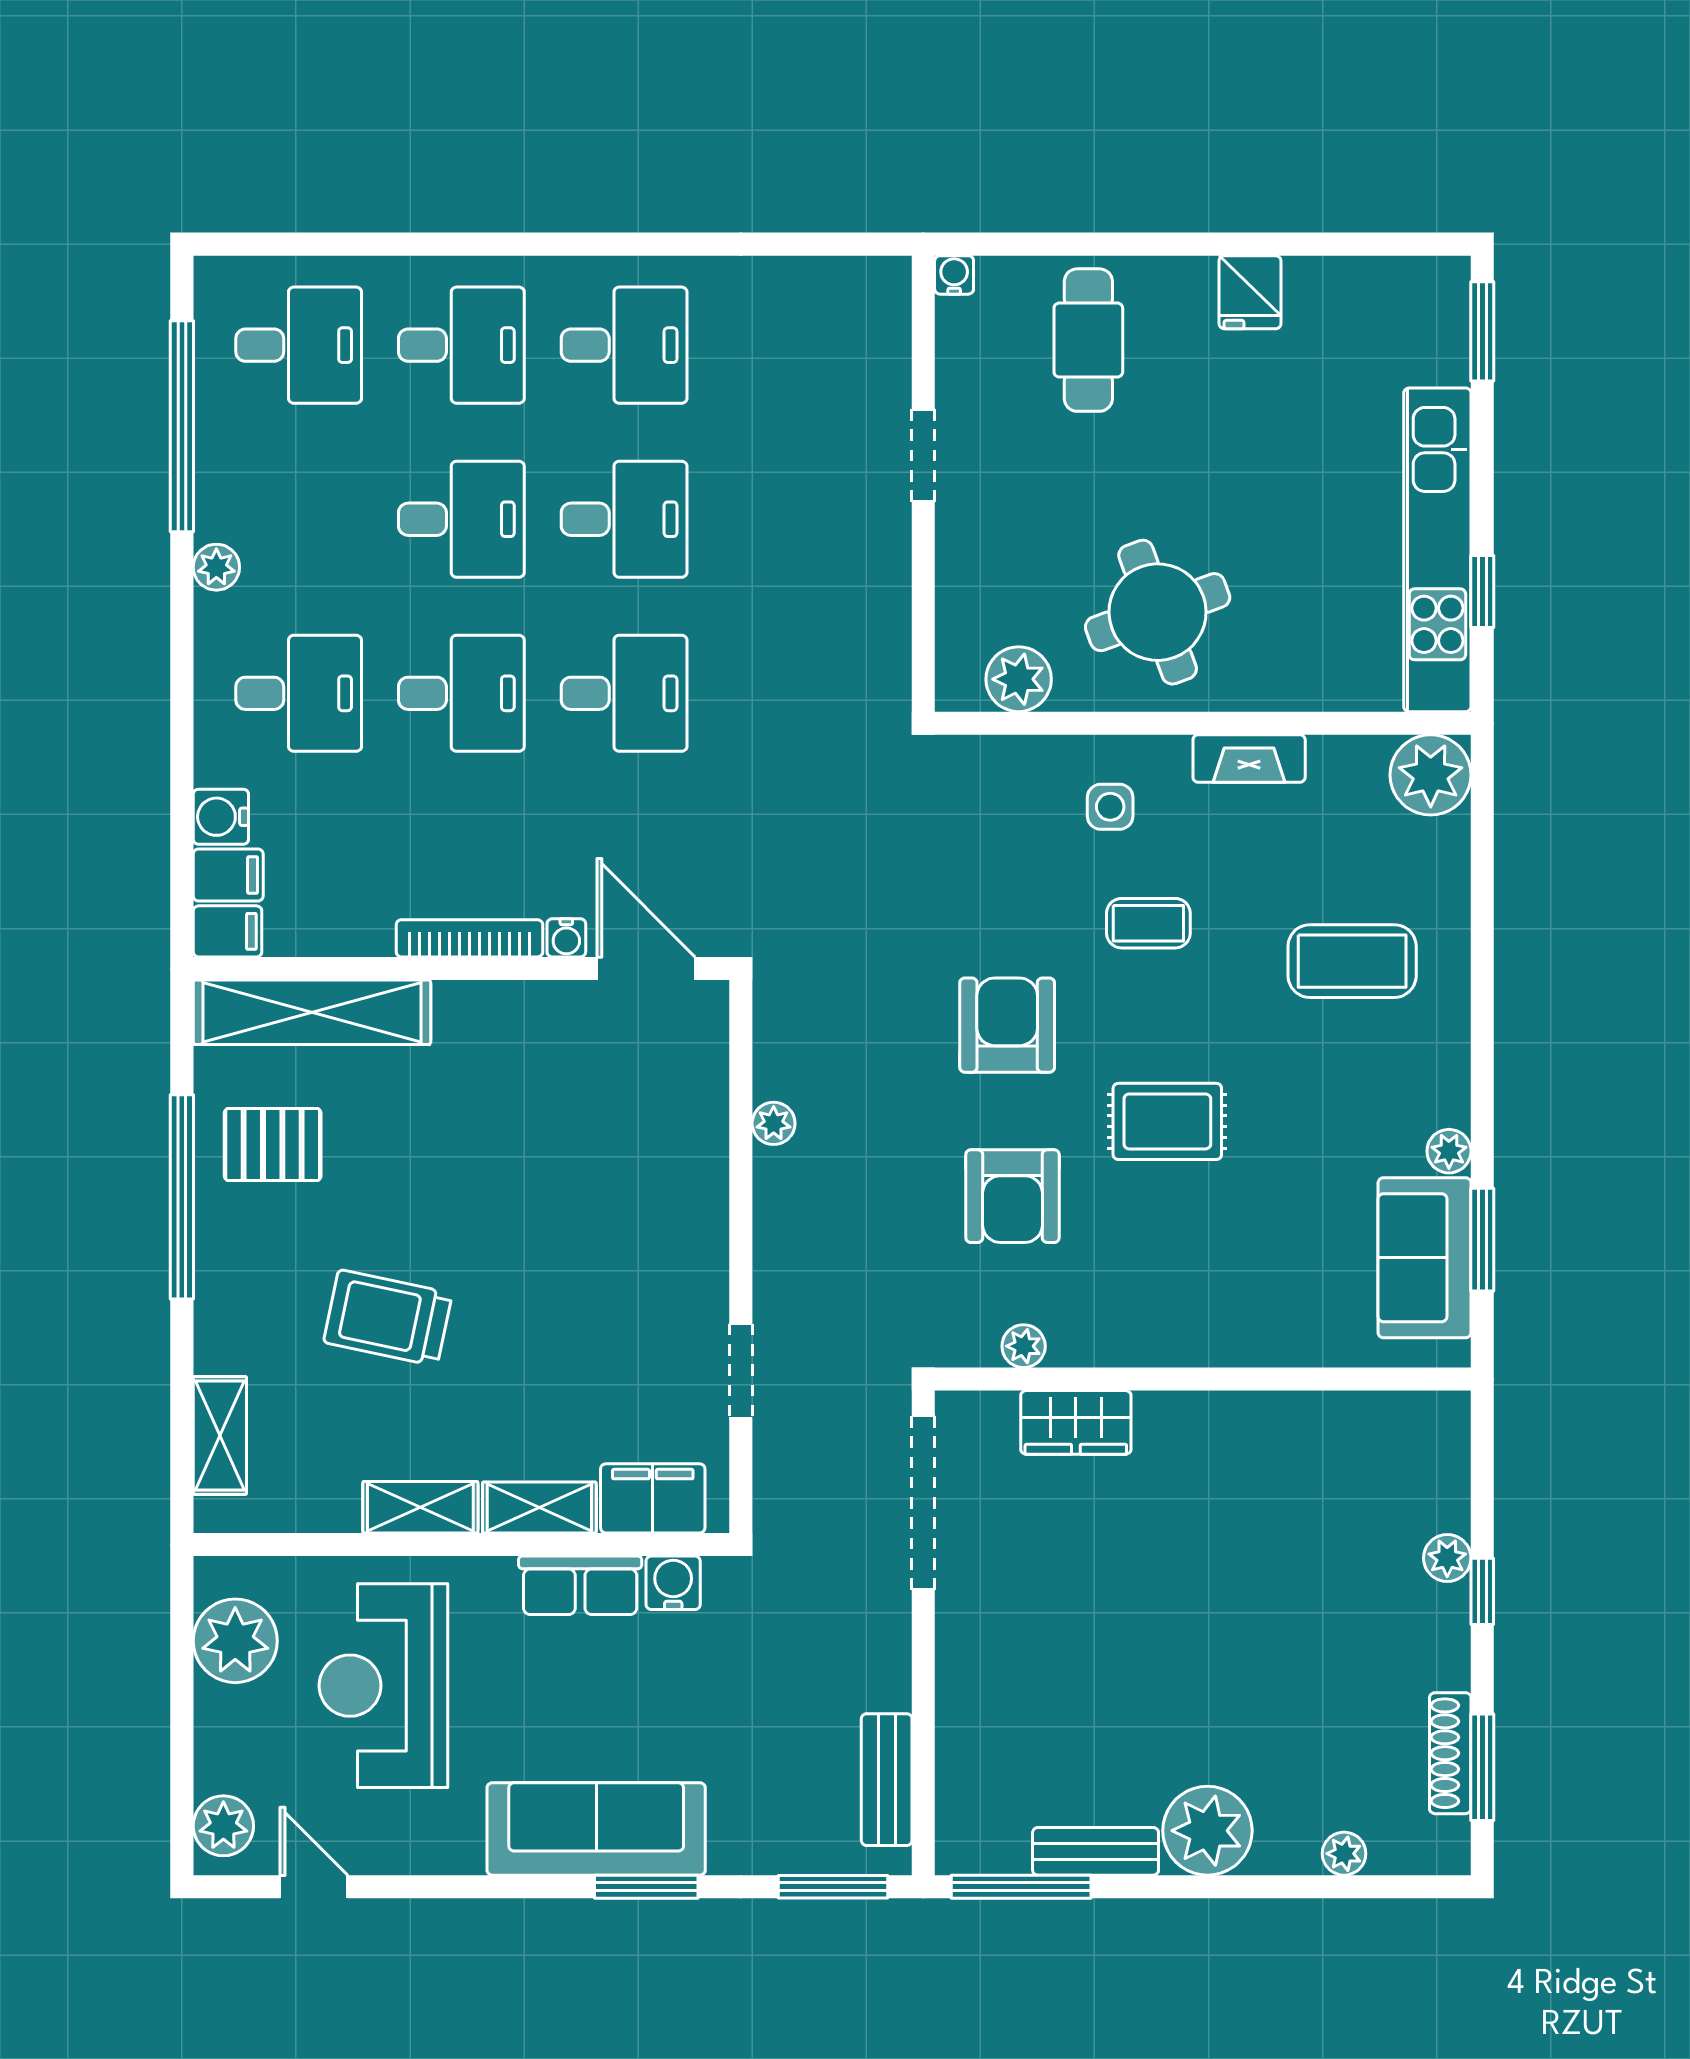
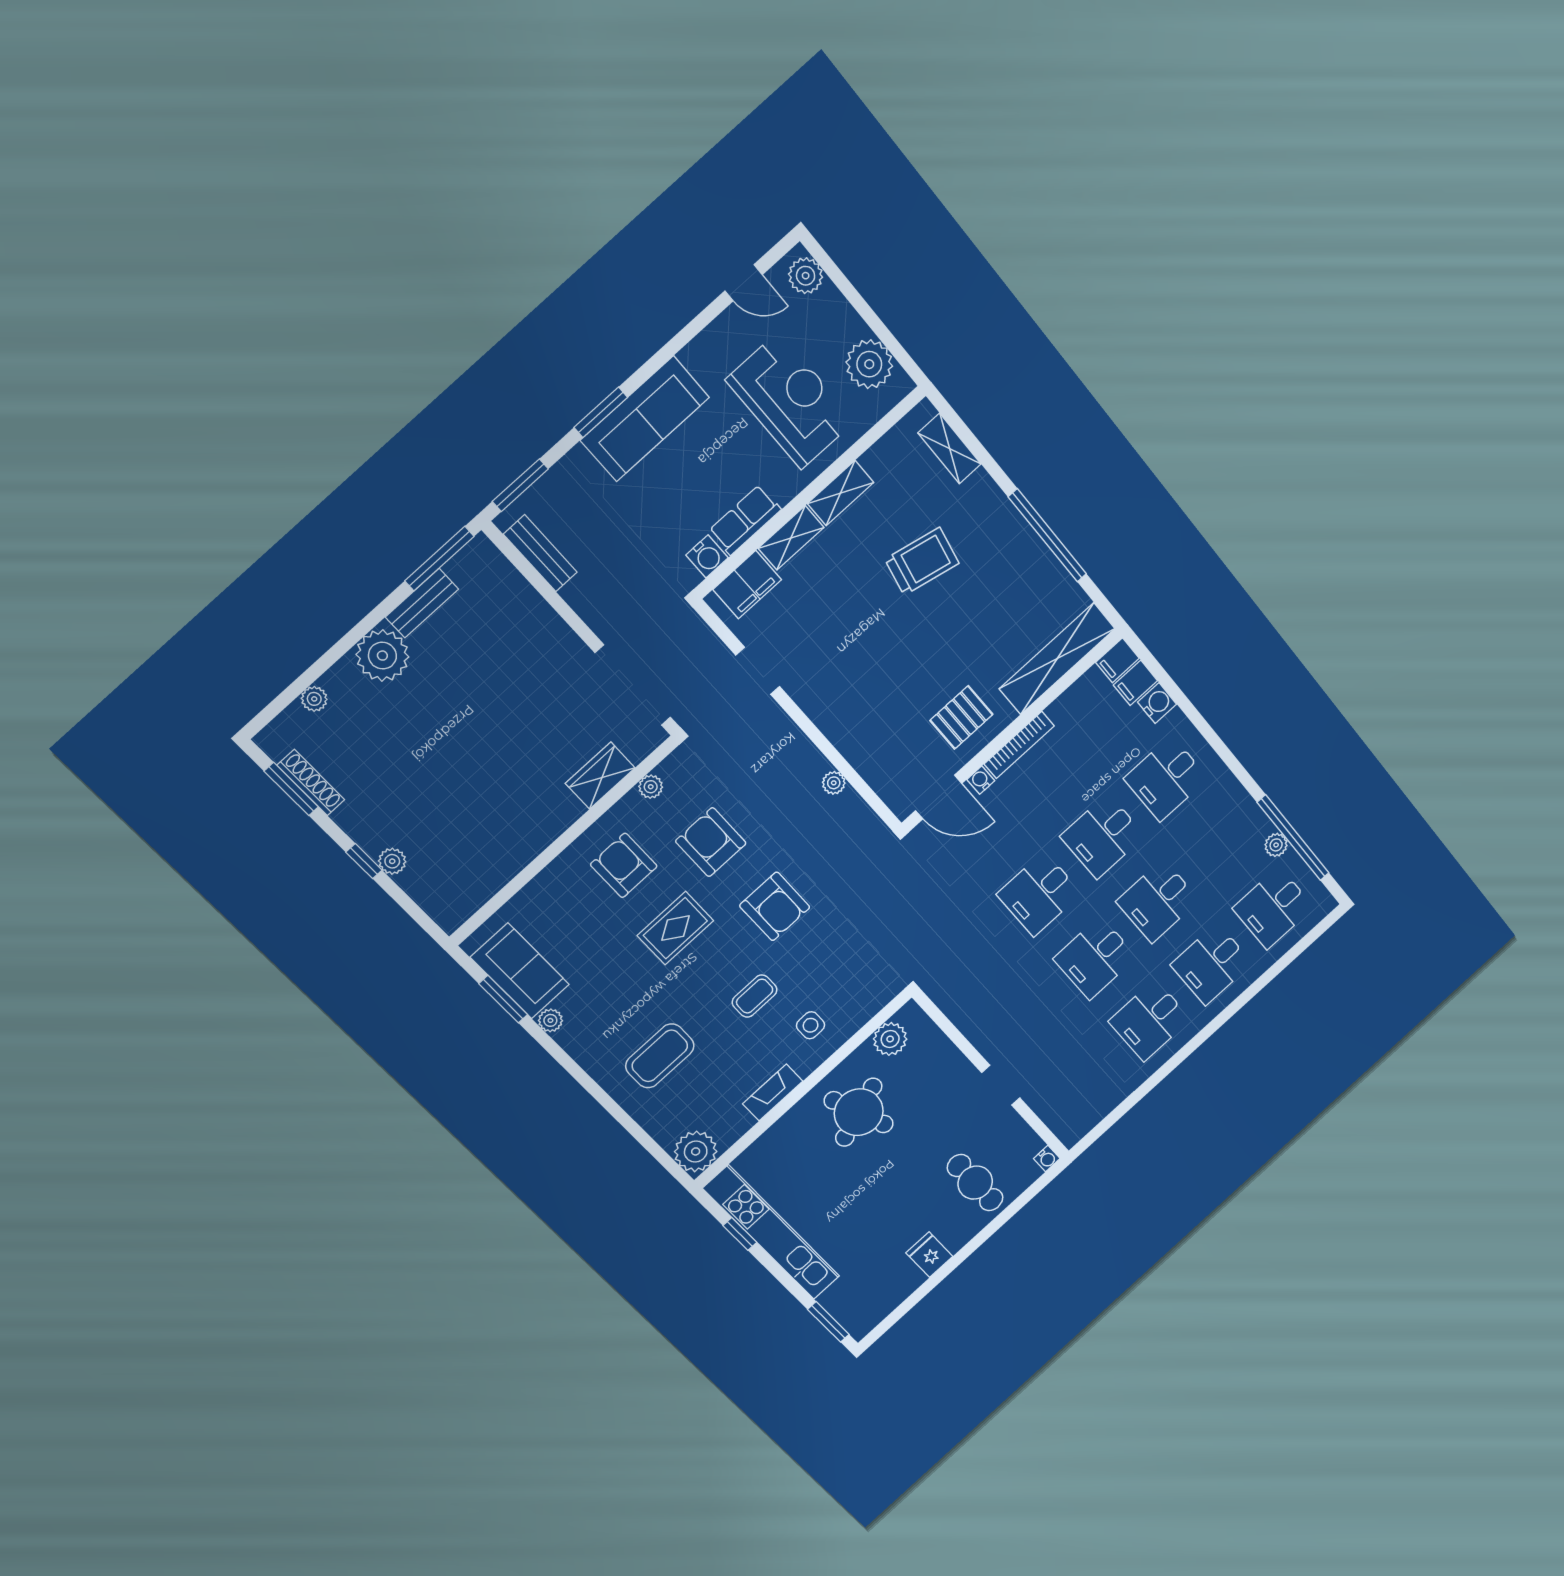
plant: (216, 567) -> (1276, 845), moved
pallet: (273, 1144) -> (961, 717), moved
armchair: (1156, 1273) -> (624, 865), added

